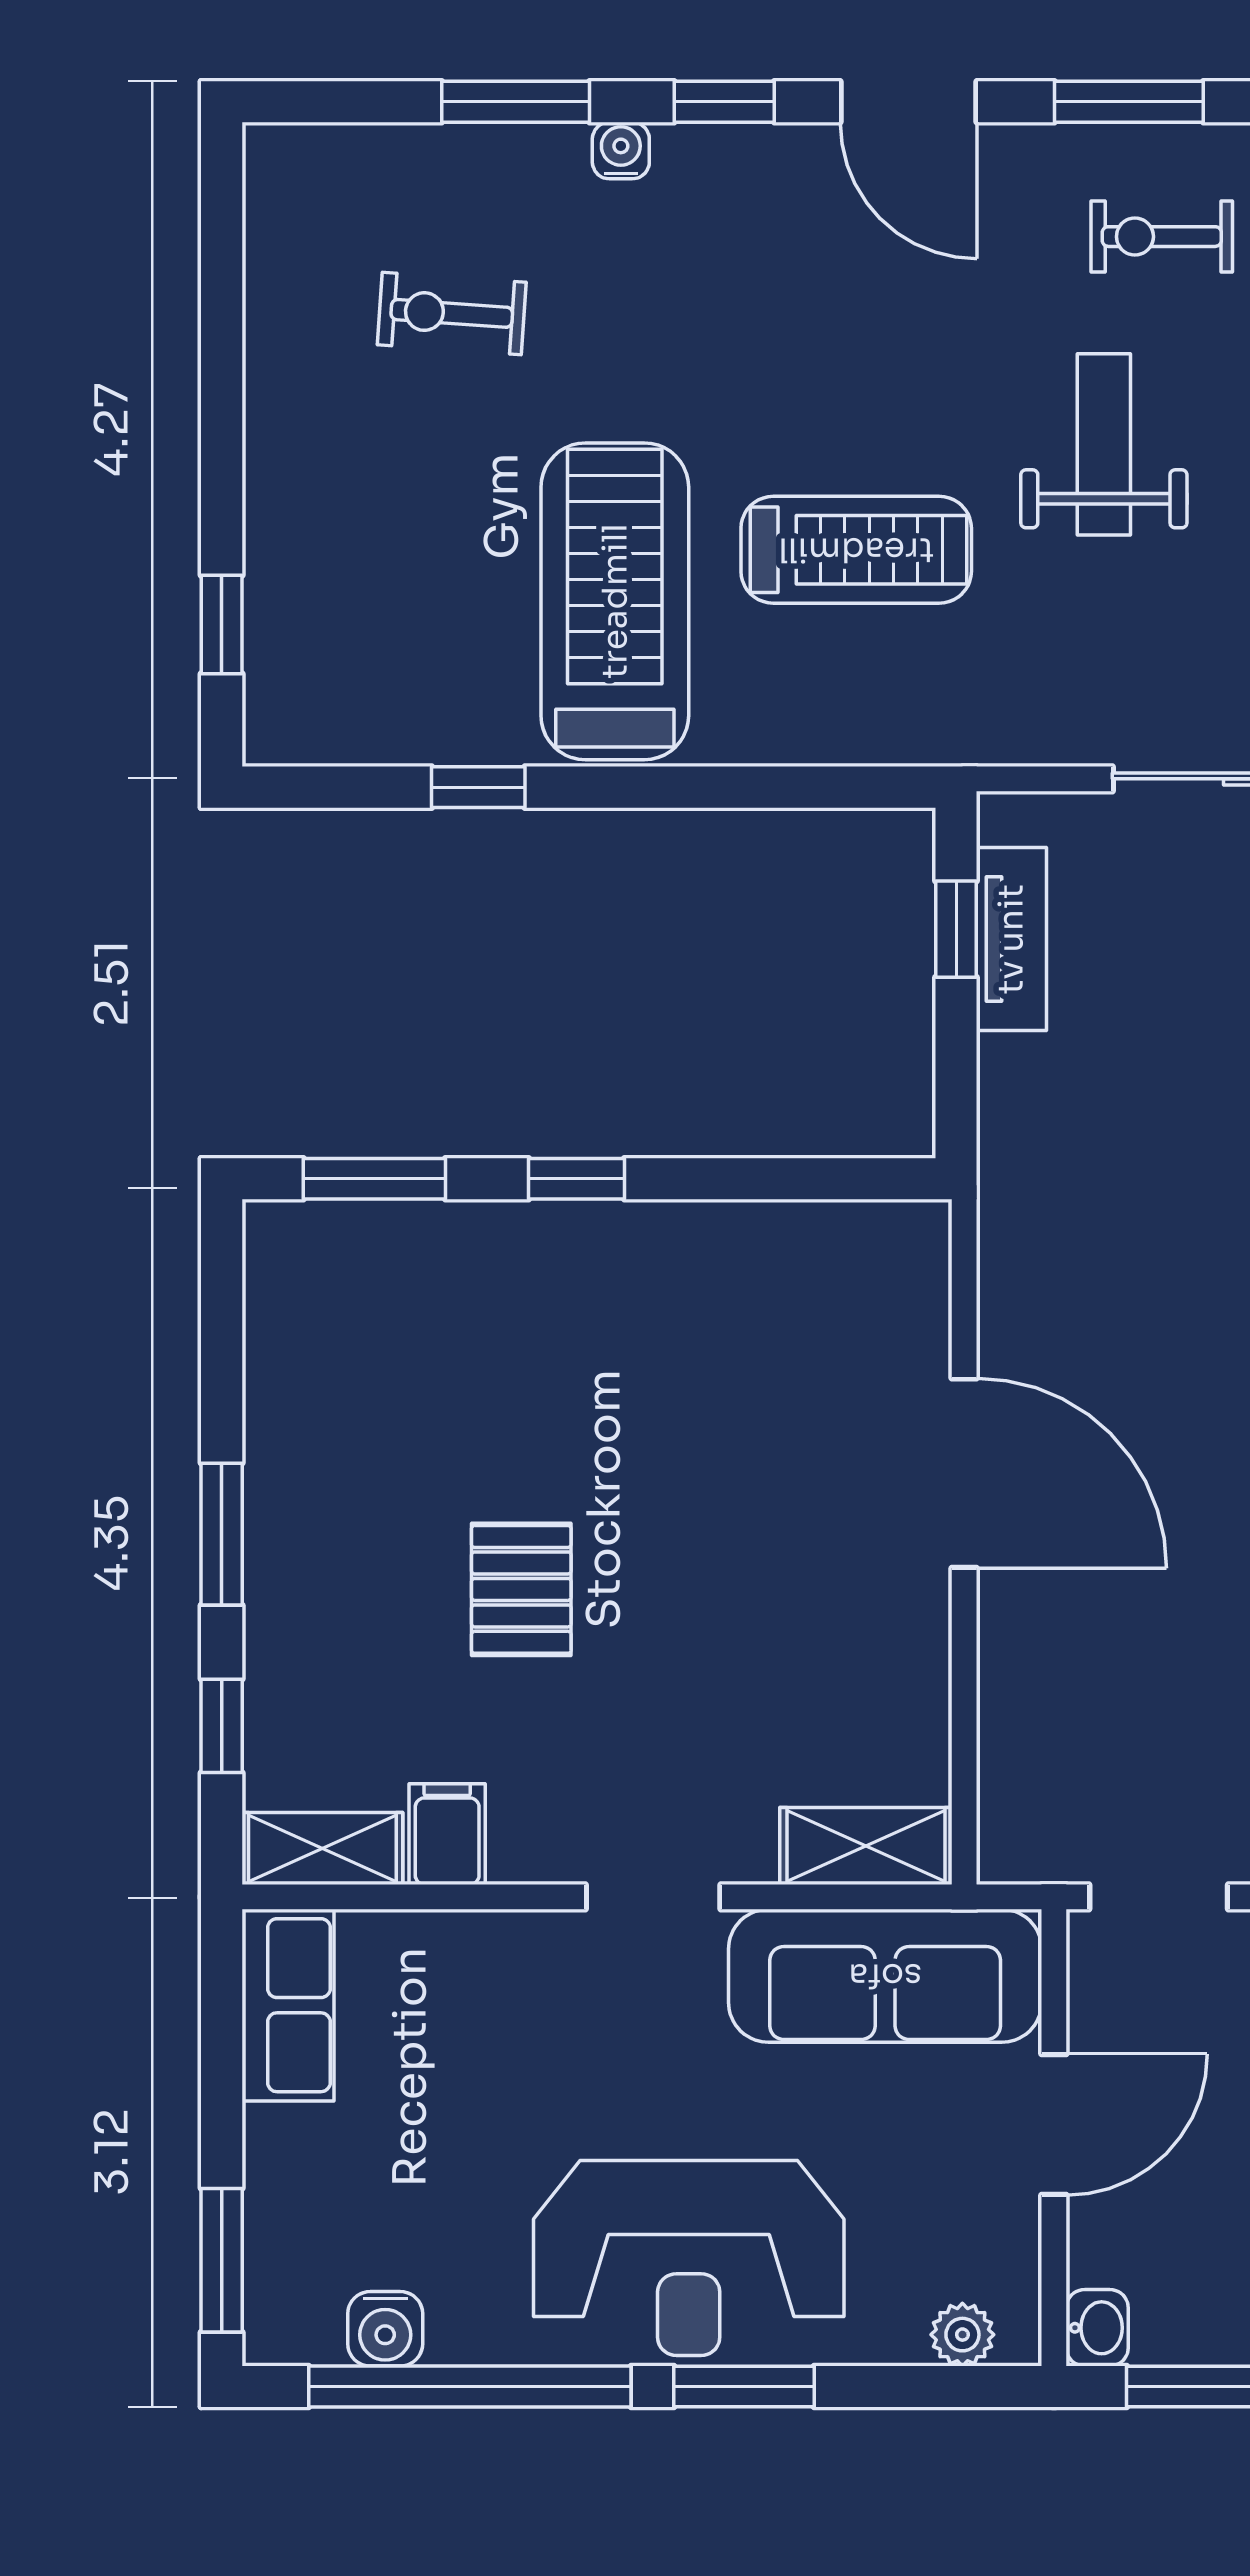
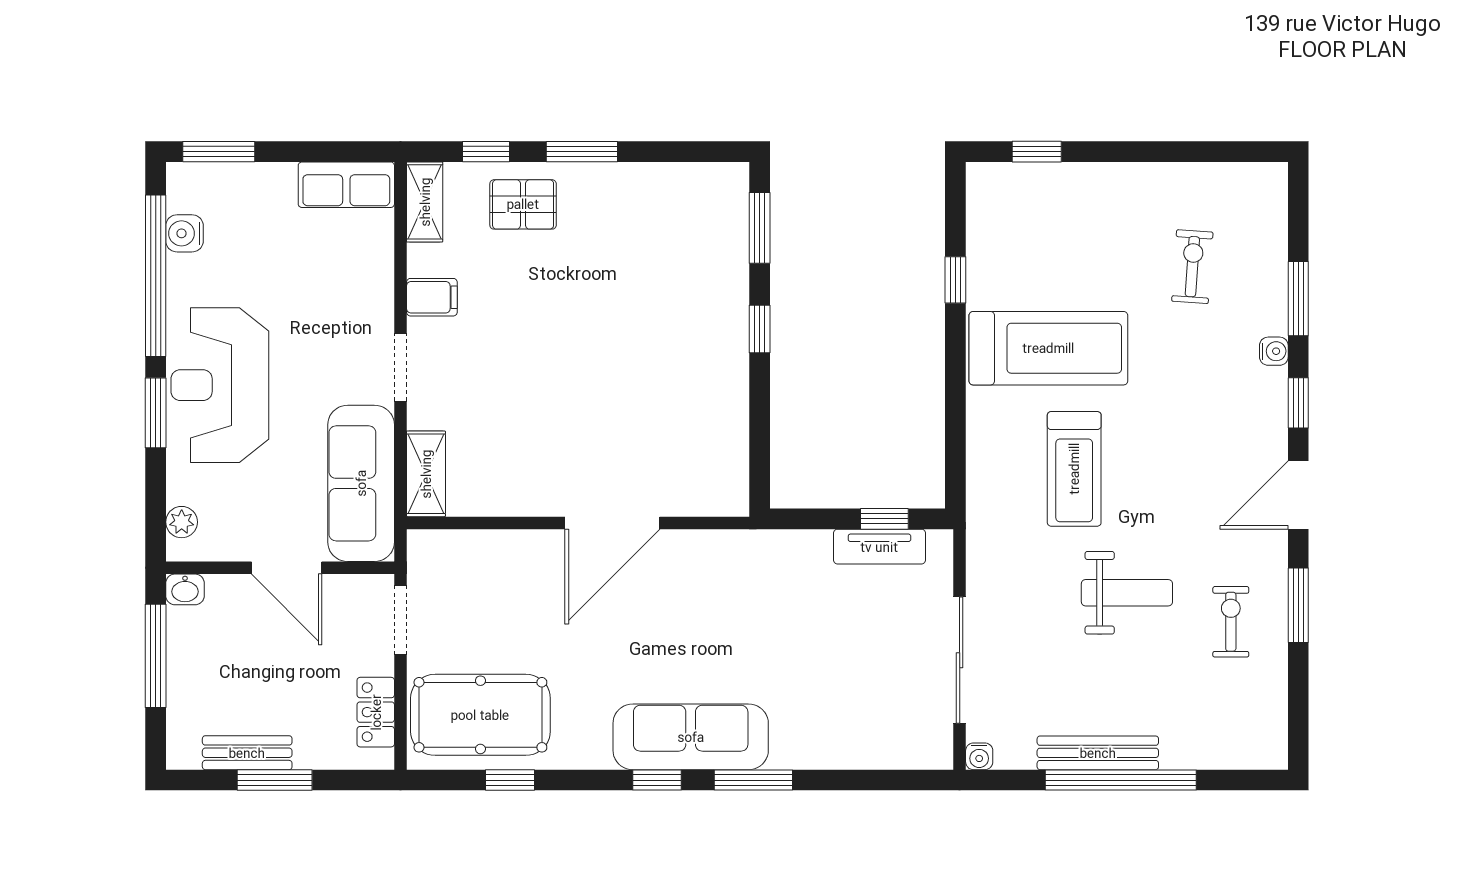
pallet: (521, 1589) -> (523, 204), moved
filing cabinet: (447, 1834) -> (432, 297), moved

